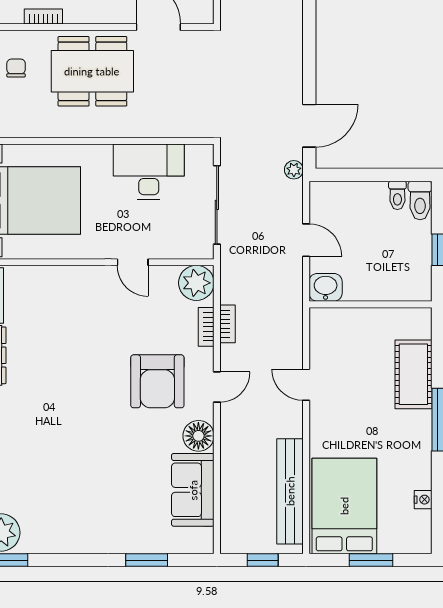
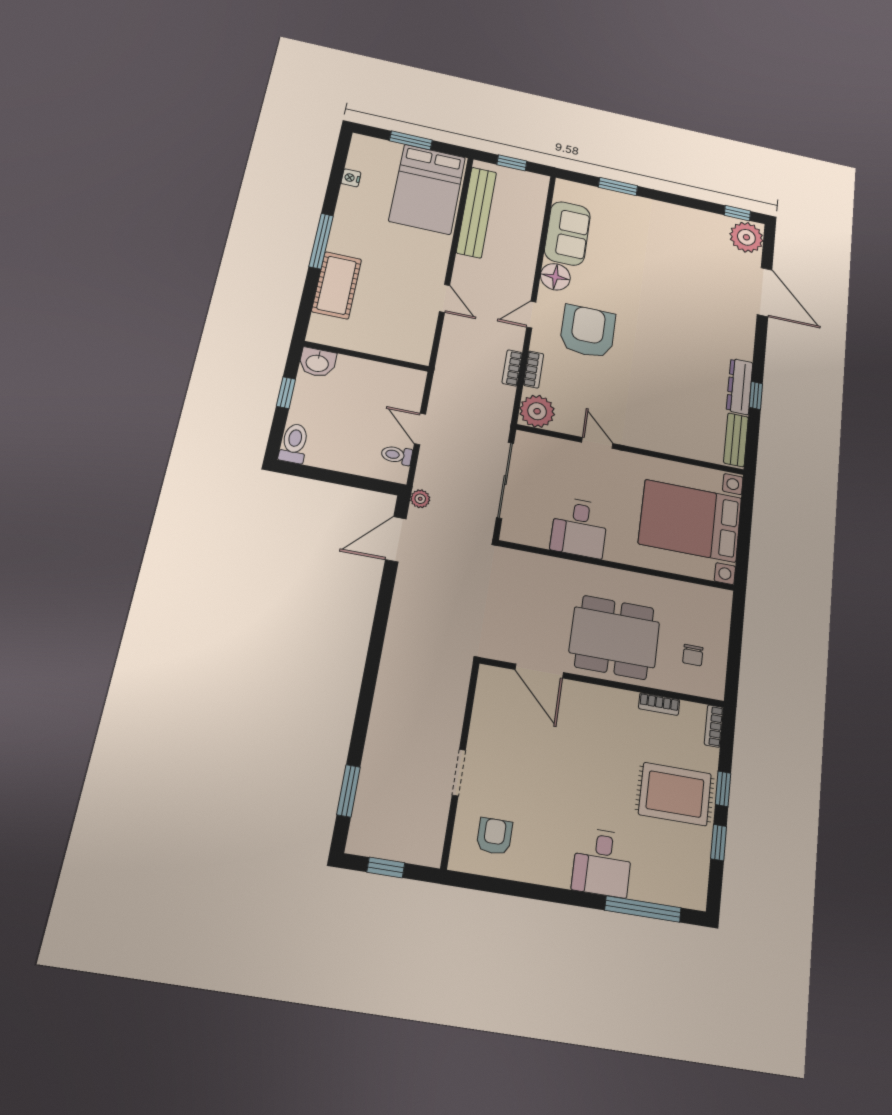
desk: (149, 172) -> (579, 528), width x0.73
toilet: (397, 195) -> (397, 455), moved, turned -90
washbasin: (326, 287) -> (317, 363), moved

